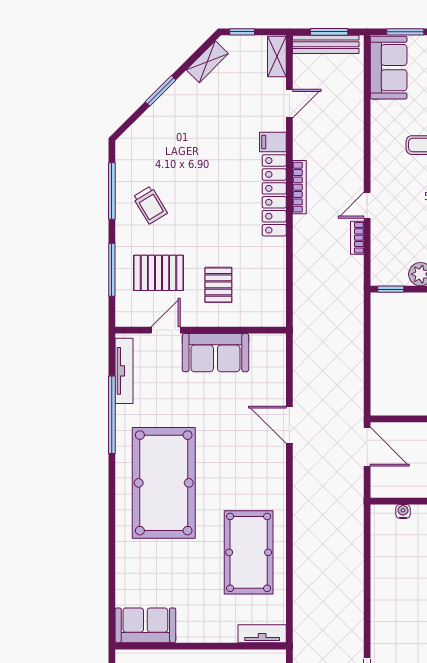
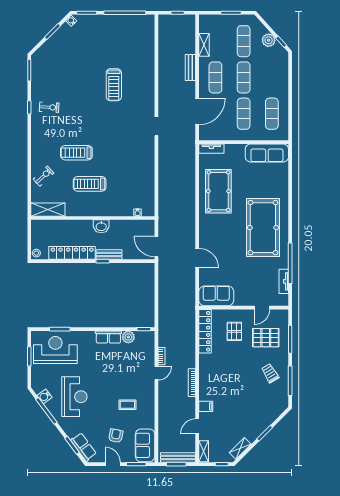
locker: (274, 195) -> (205, 331), moved
sofa: (215, 353) -> (216, 296), moved
tv unit: (124, 371) -> (284, 281), width x0.71
sofa: (145, 625) -> (267, 153), width x1.36

